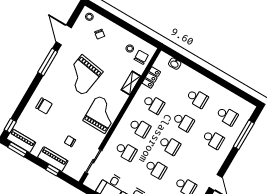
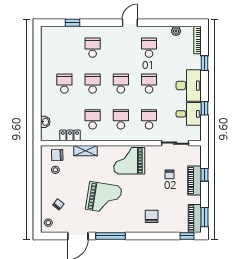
school desk: (227, 116) -> (64, 48), removed
window: (244, 135) -> (73, 23), width x0.46

